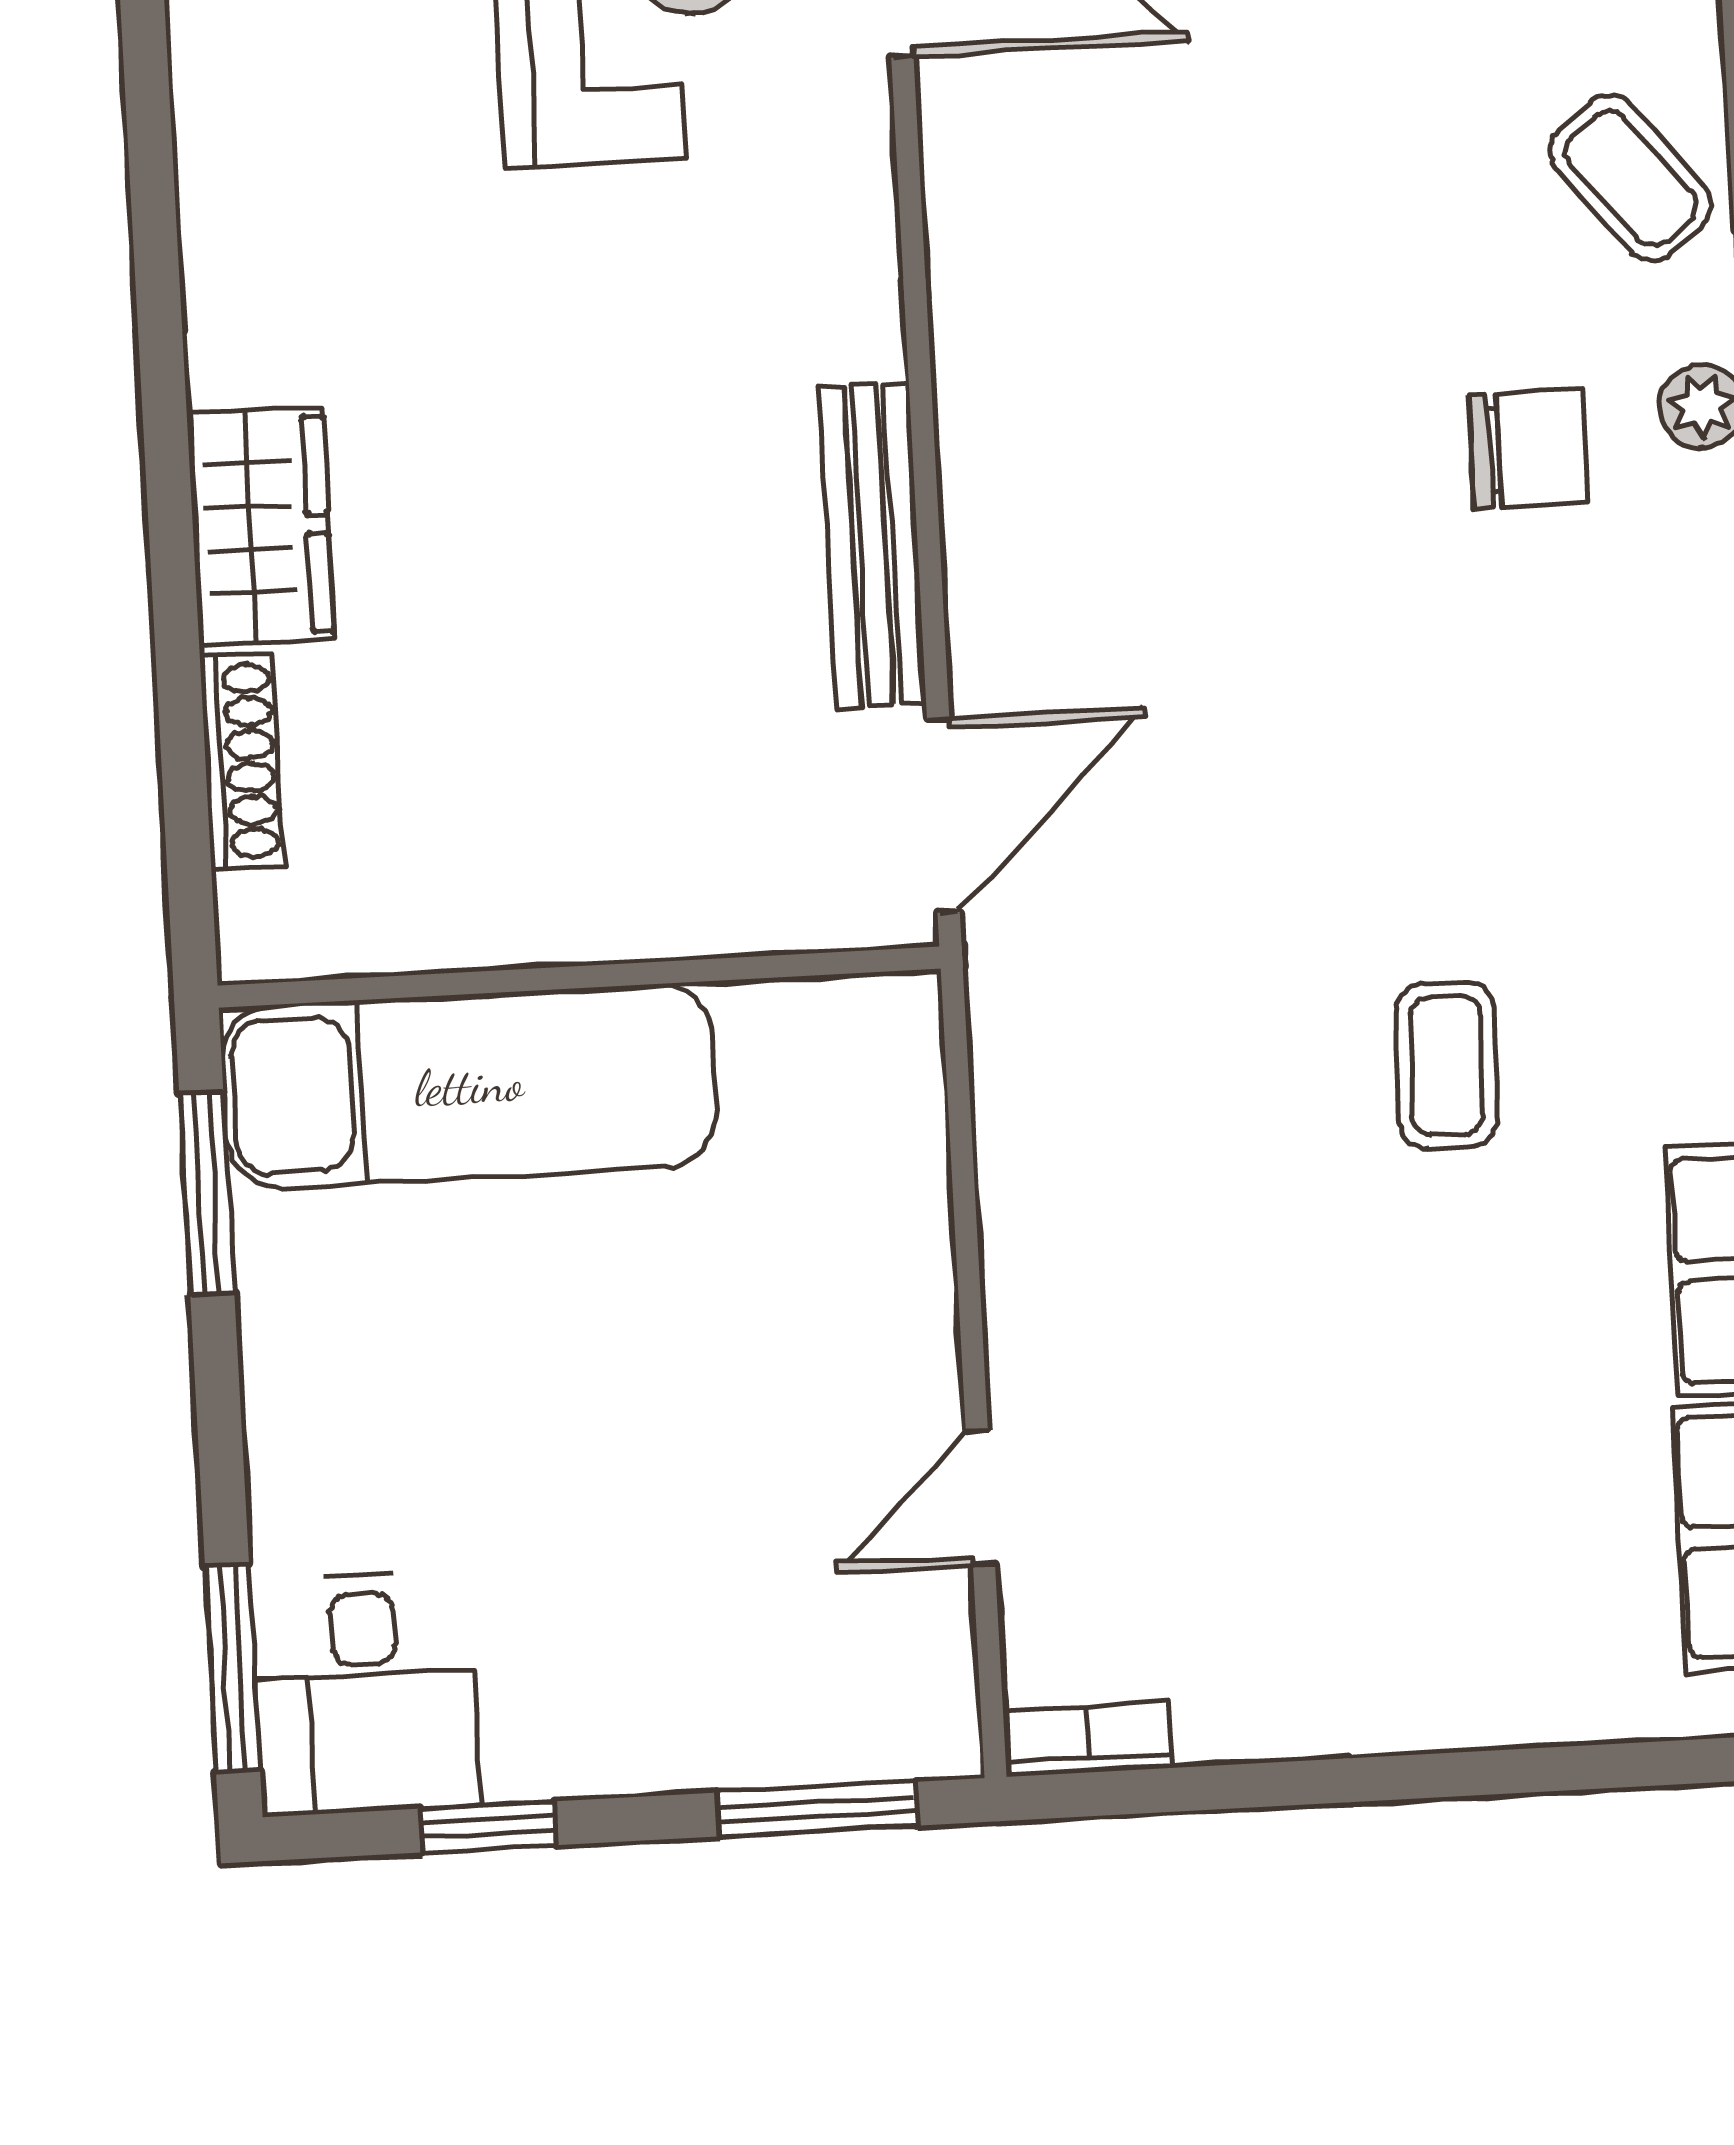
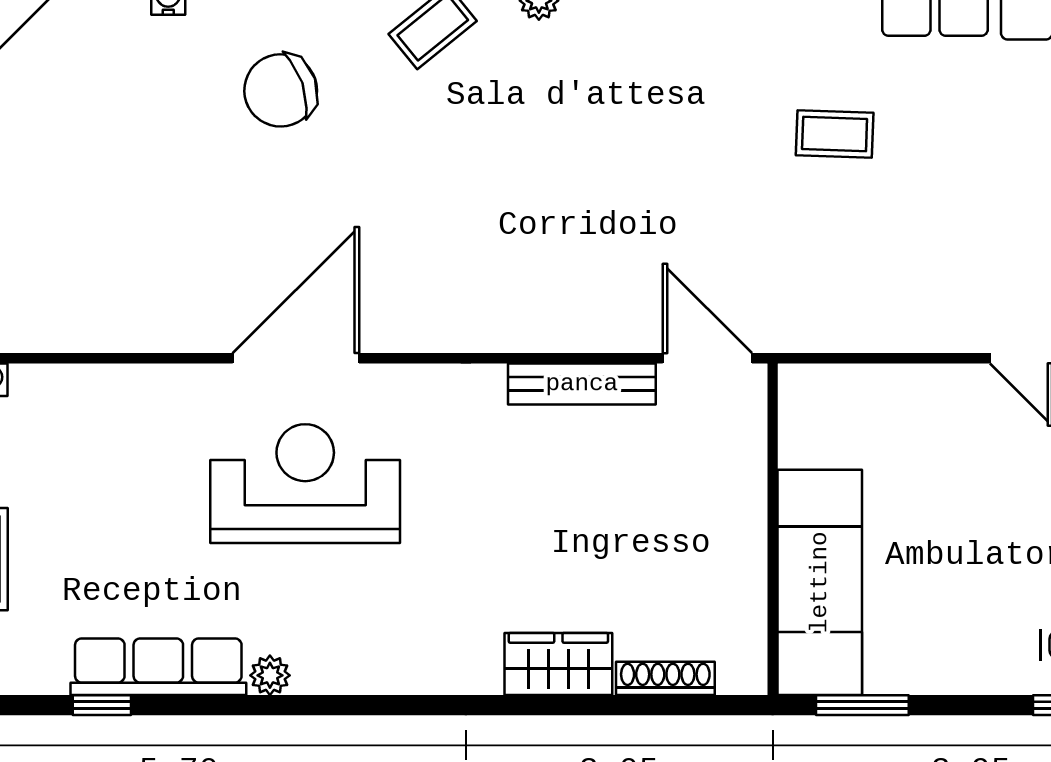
chair: (1528, 449) -> (554, 81), removed

